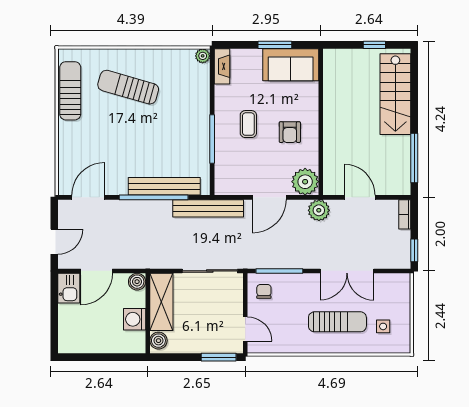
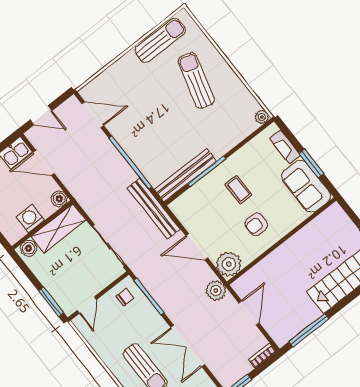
fireplace: (222, 66) -> (285, 147), moved, turned 90
coffee table: (248, 124) -> (238, 190), turned 90
bench: (164, 186) -> (185, 175), moved, turned 90

